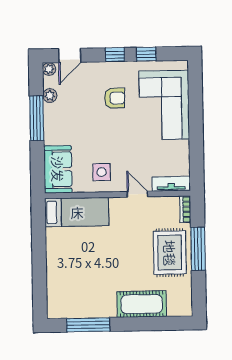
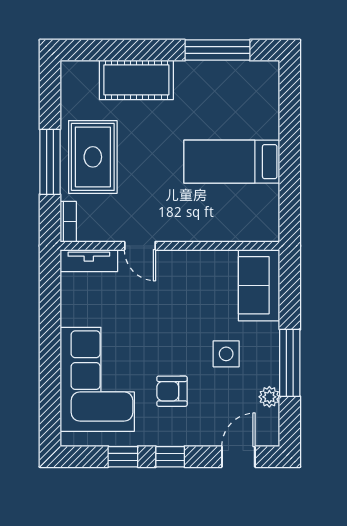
plant: (49, 69) -> (270, 437), removed
side table: (102, 172) -> (226, 354), moved
bed: (77, 212) -> (232, 162), moved

